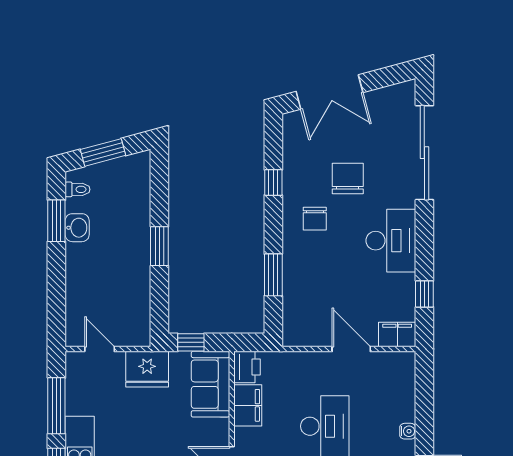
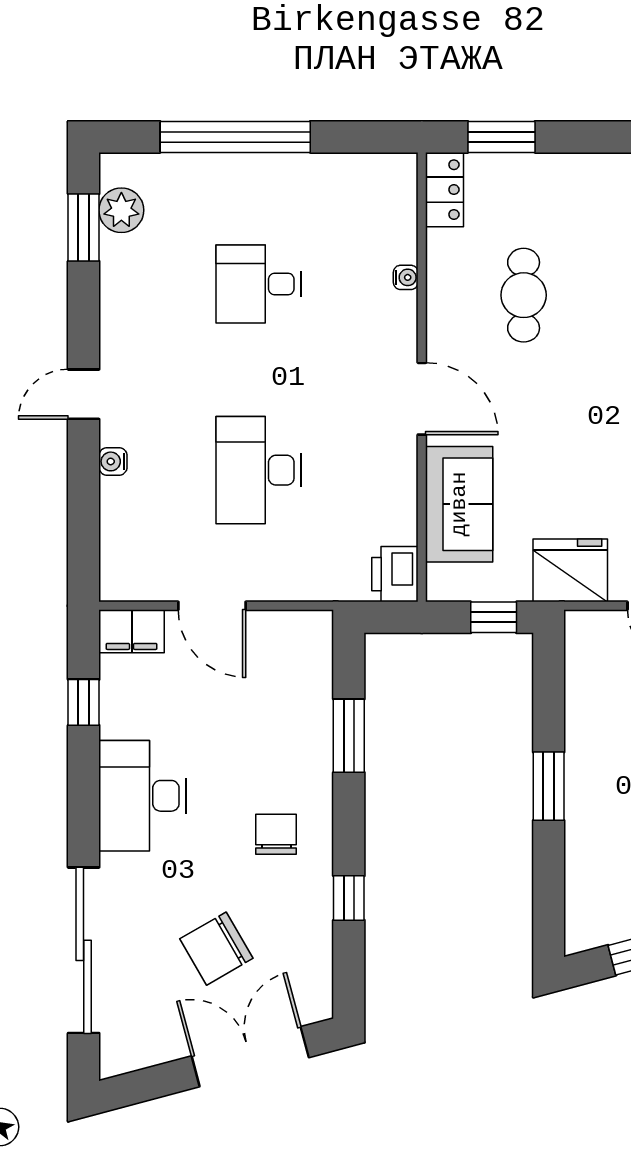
chair: (348, 179) -> (216, 949), moved, turned 60
sofa: (210, 384) -> (459, 504), moved
filing cabinet: (248, 405) -> (394, 507), removed

